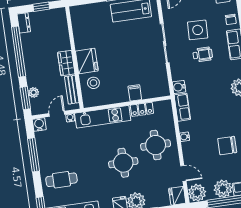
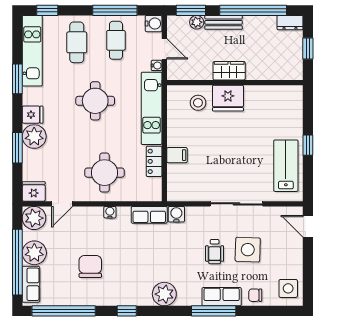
bench: (72, 90) -> (224, 22), moved
cafe table: (56, 151) -> (116, 40), added
round table: (123, 163) -> (95, 101), moved

